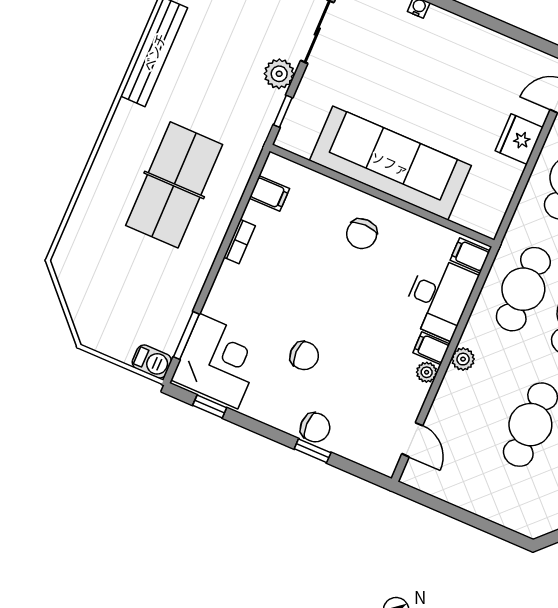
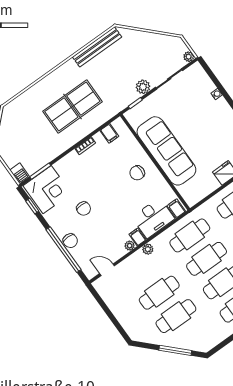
door: (412, 440) -> (107, 270), swing flipped
window: (313, 451) -> (63, 250), width x3.17

